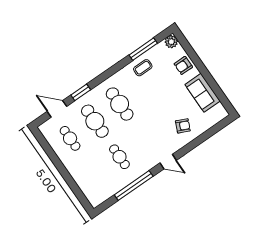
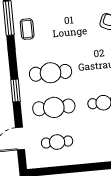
window: (81, 92) -> (15, 91), moved

